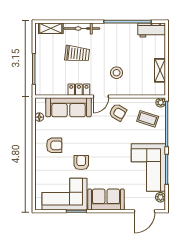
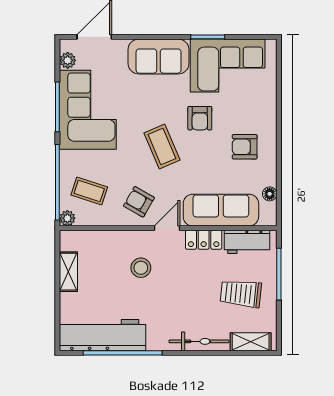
workbench: (152, 30) -> (103, 335), width x1.88, depth x1.32
trolley: (77, 54) -> (241, 293), moved
workbench: (53, 88) -> (247, 242), added
coffee table: (104, 145) -> (162, 146), added

